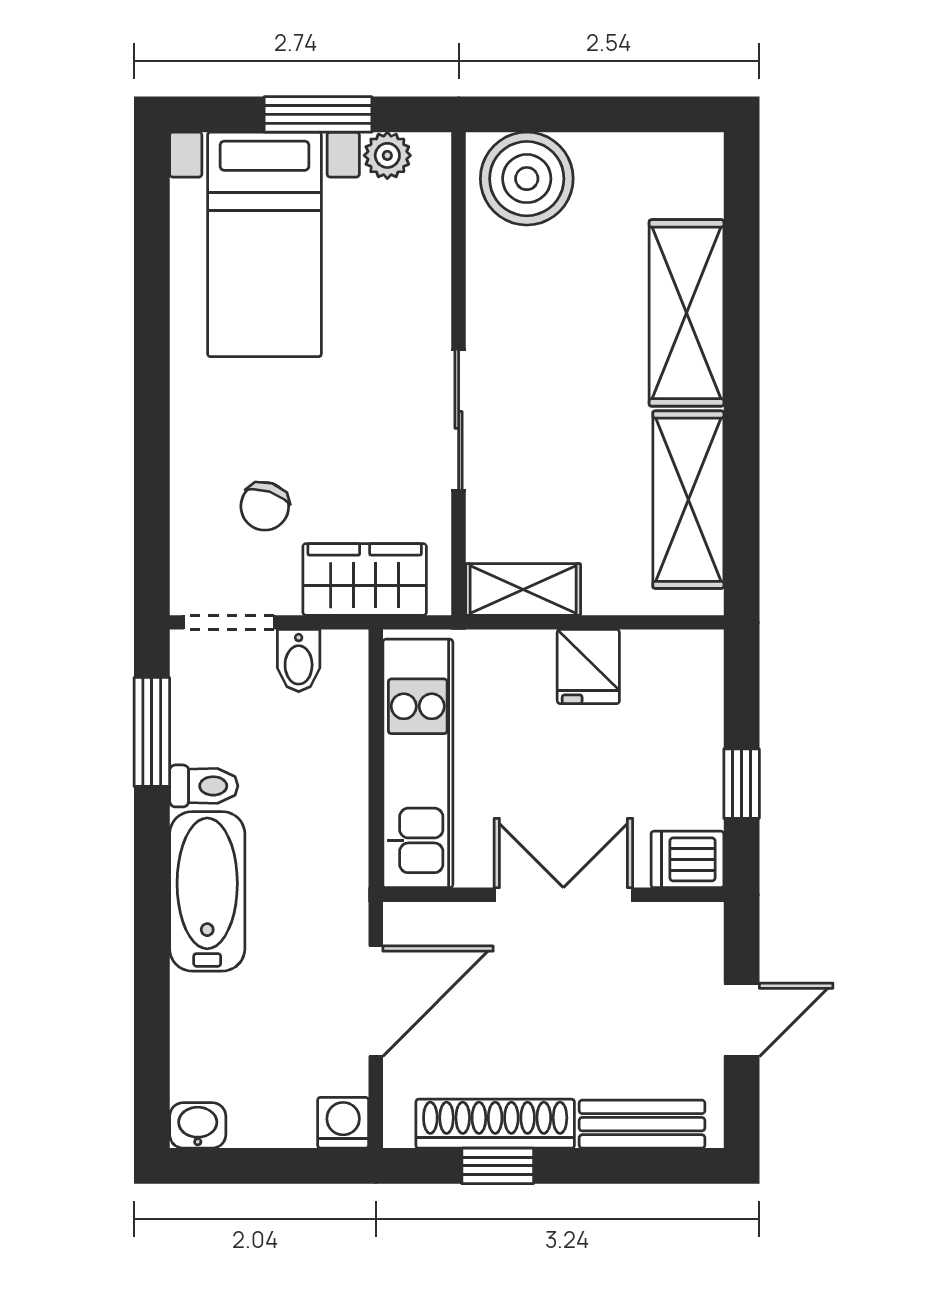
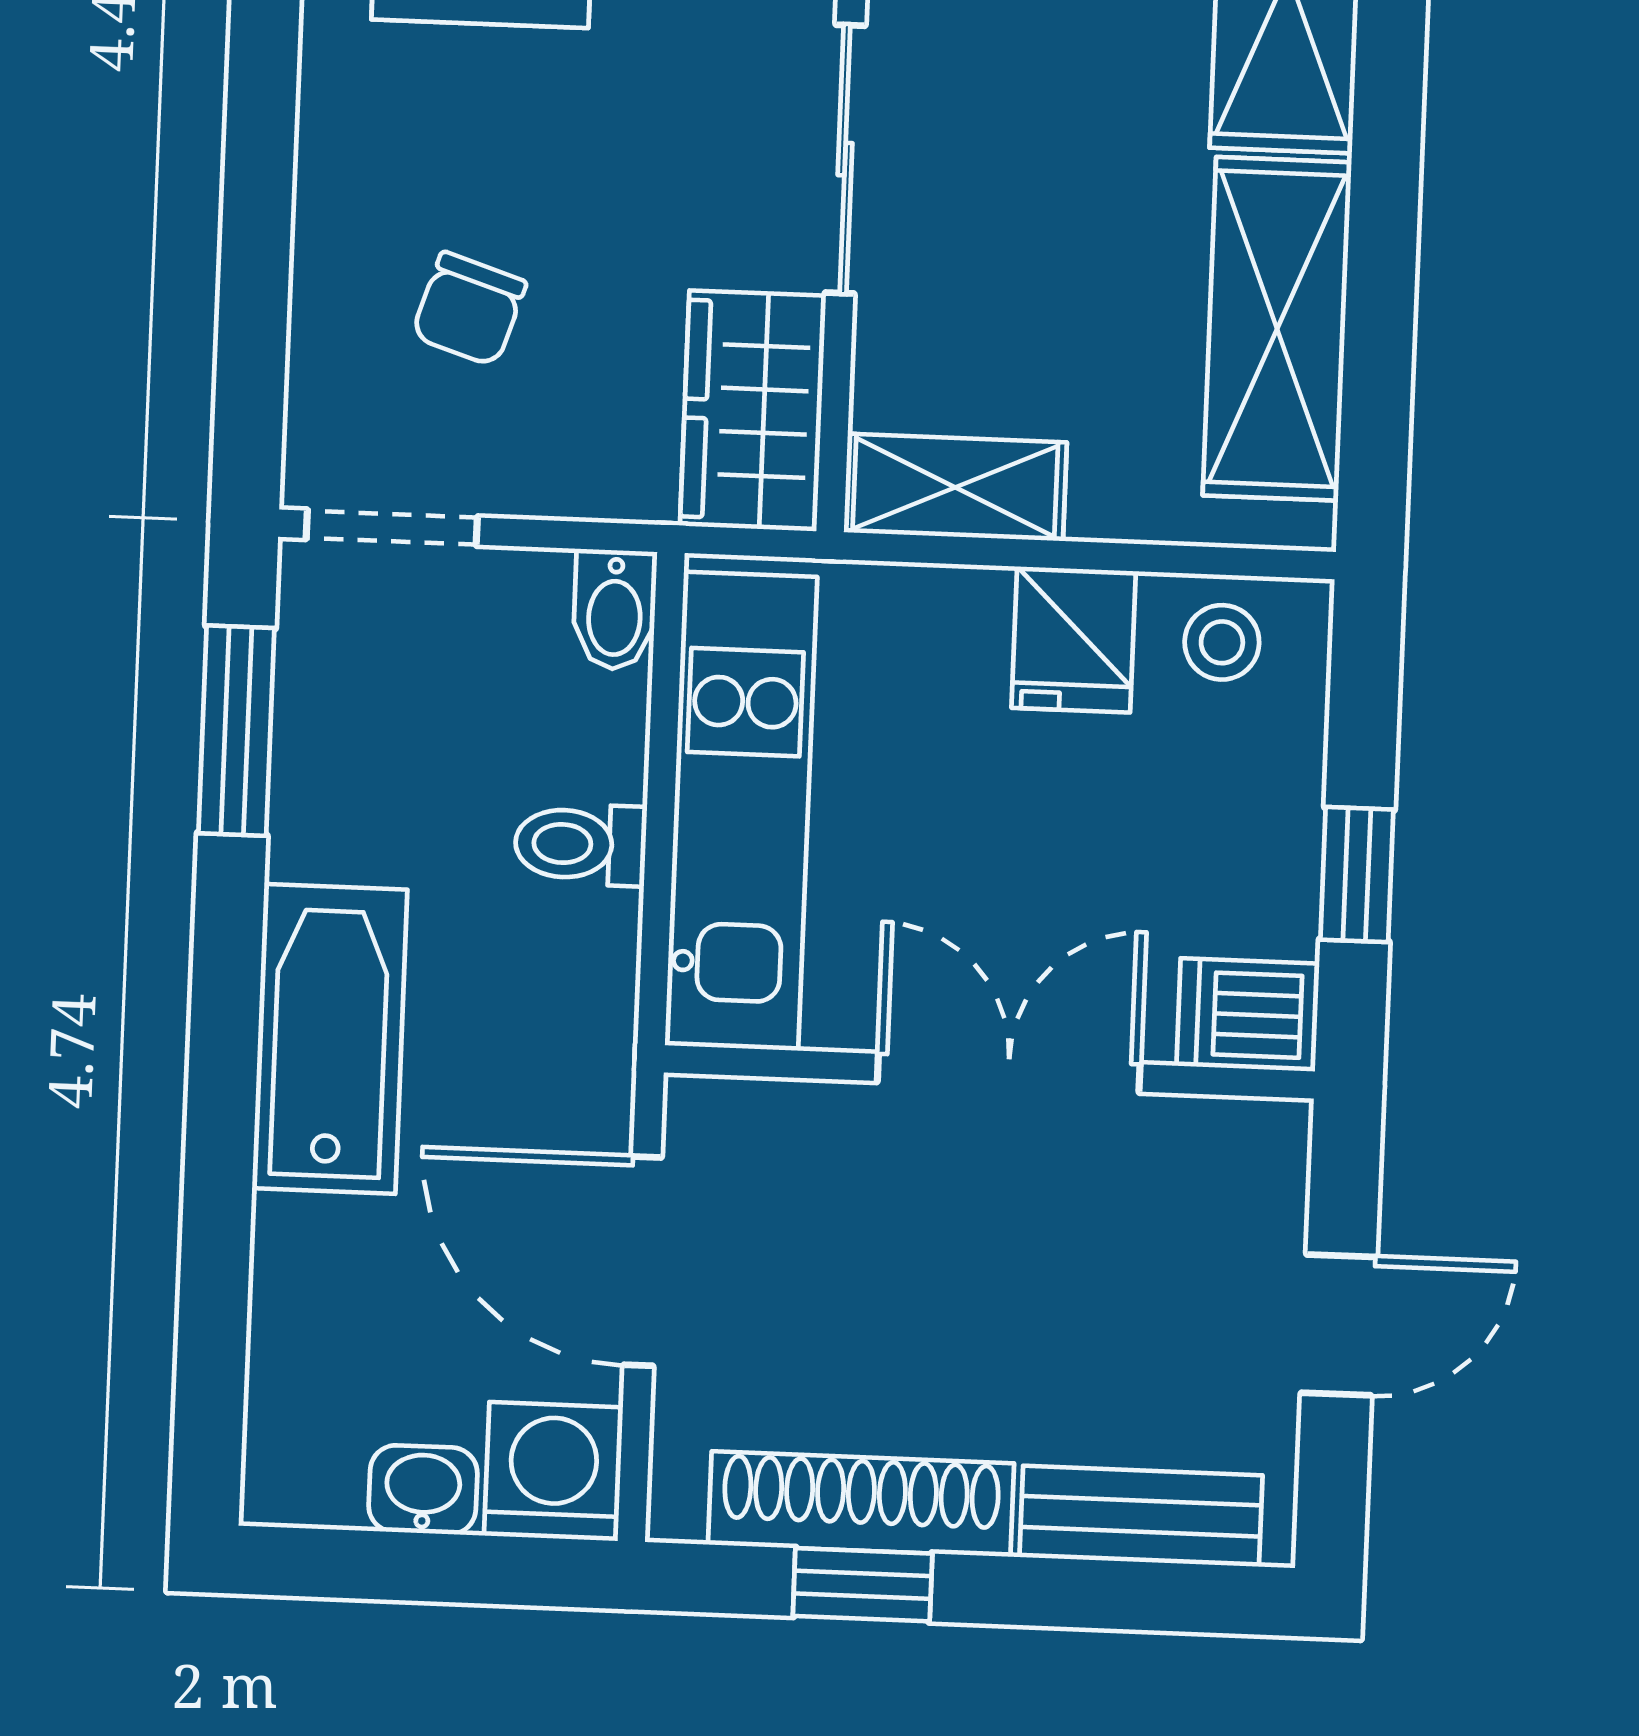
wardrobe: (365, 579) -> (753, 411), moved, turned -90
bidet: (299, 661) -> (615, 610), moved
stool: (666, 665) -> (1222, 642), added
toilet: (204, 786) -> (581, 844), moved, turned 180
door: (376, 1001) -> (642, 1261), swing flipped
washing machine: (343, 1123) -> (553, 1471), width x1.38, depth x1.38
washbasin: (198, 1125) -> (423, 1490), moved

